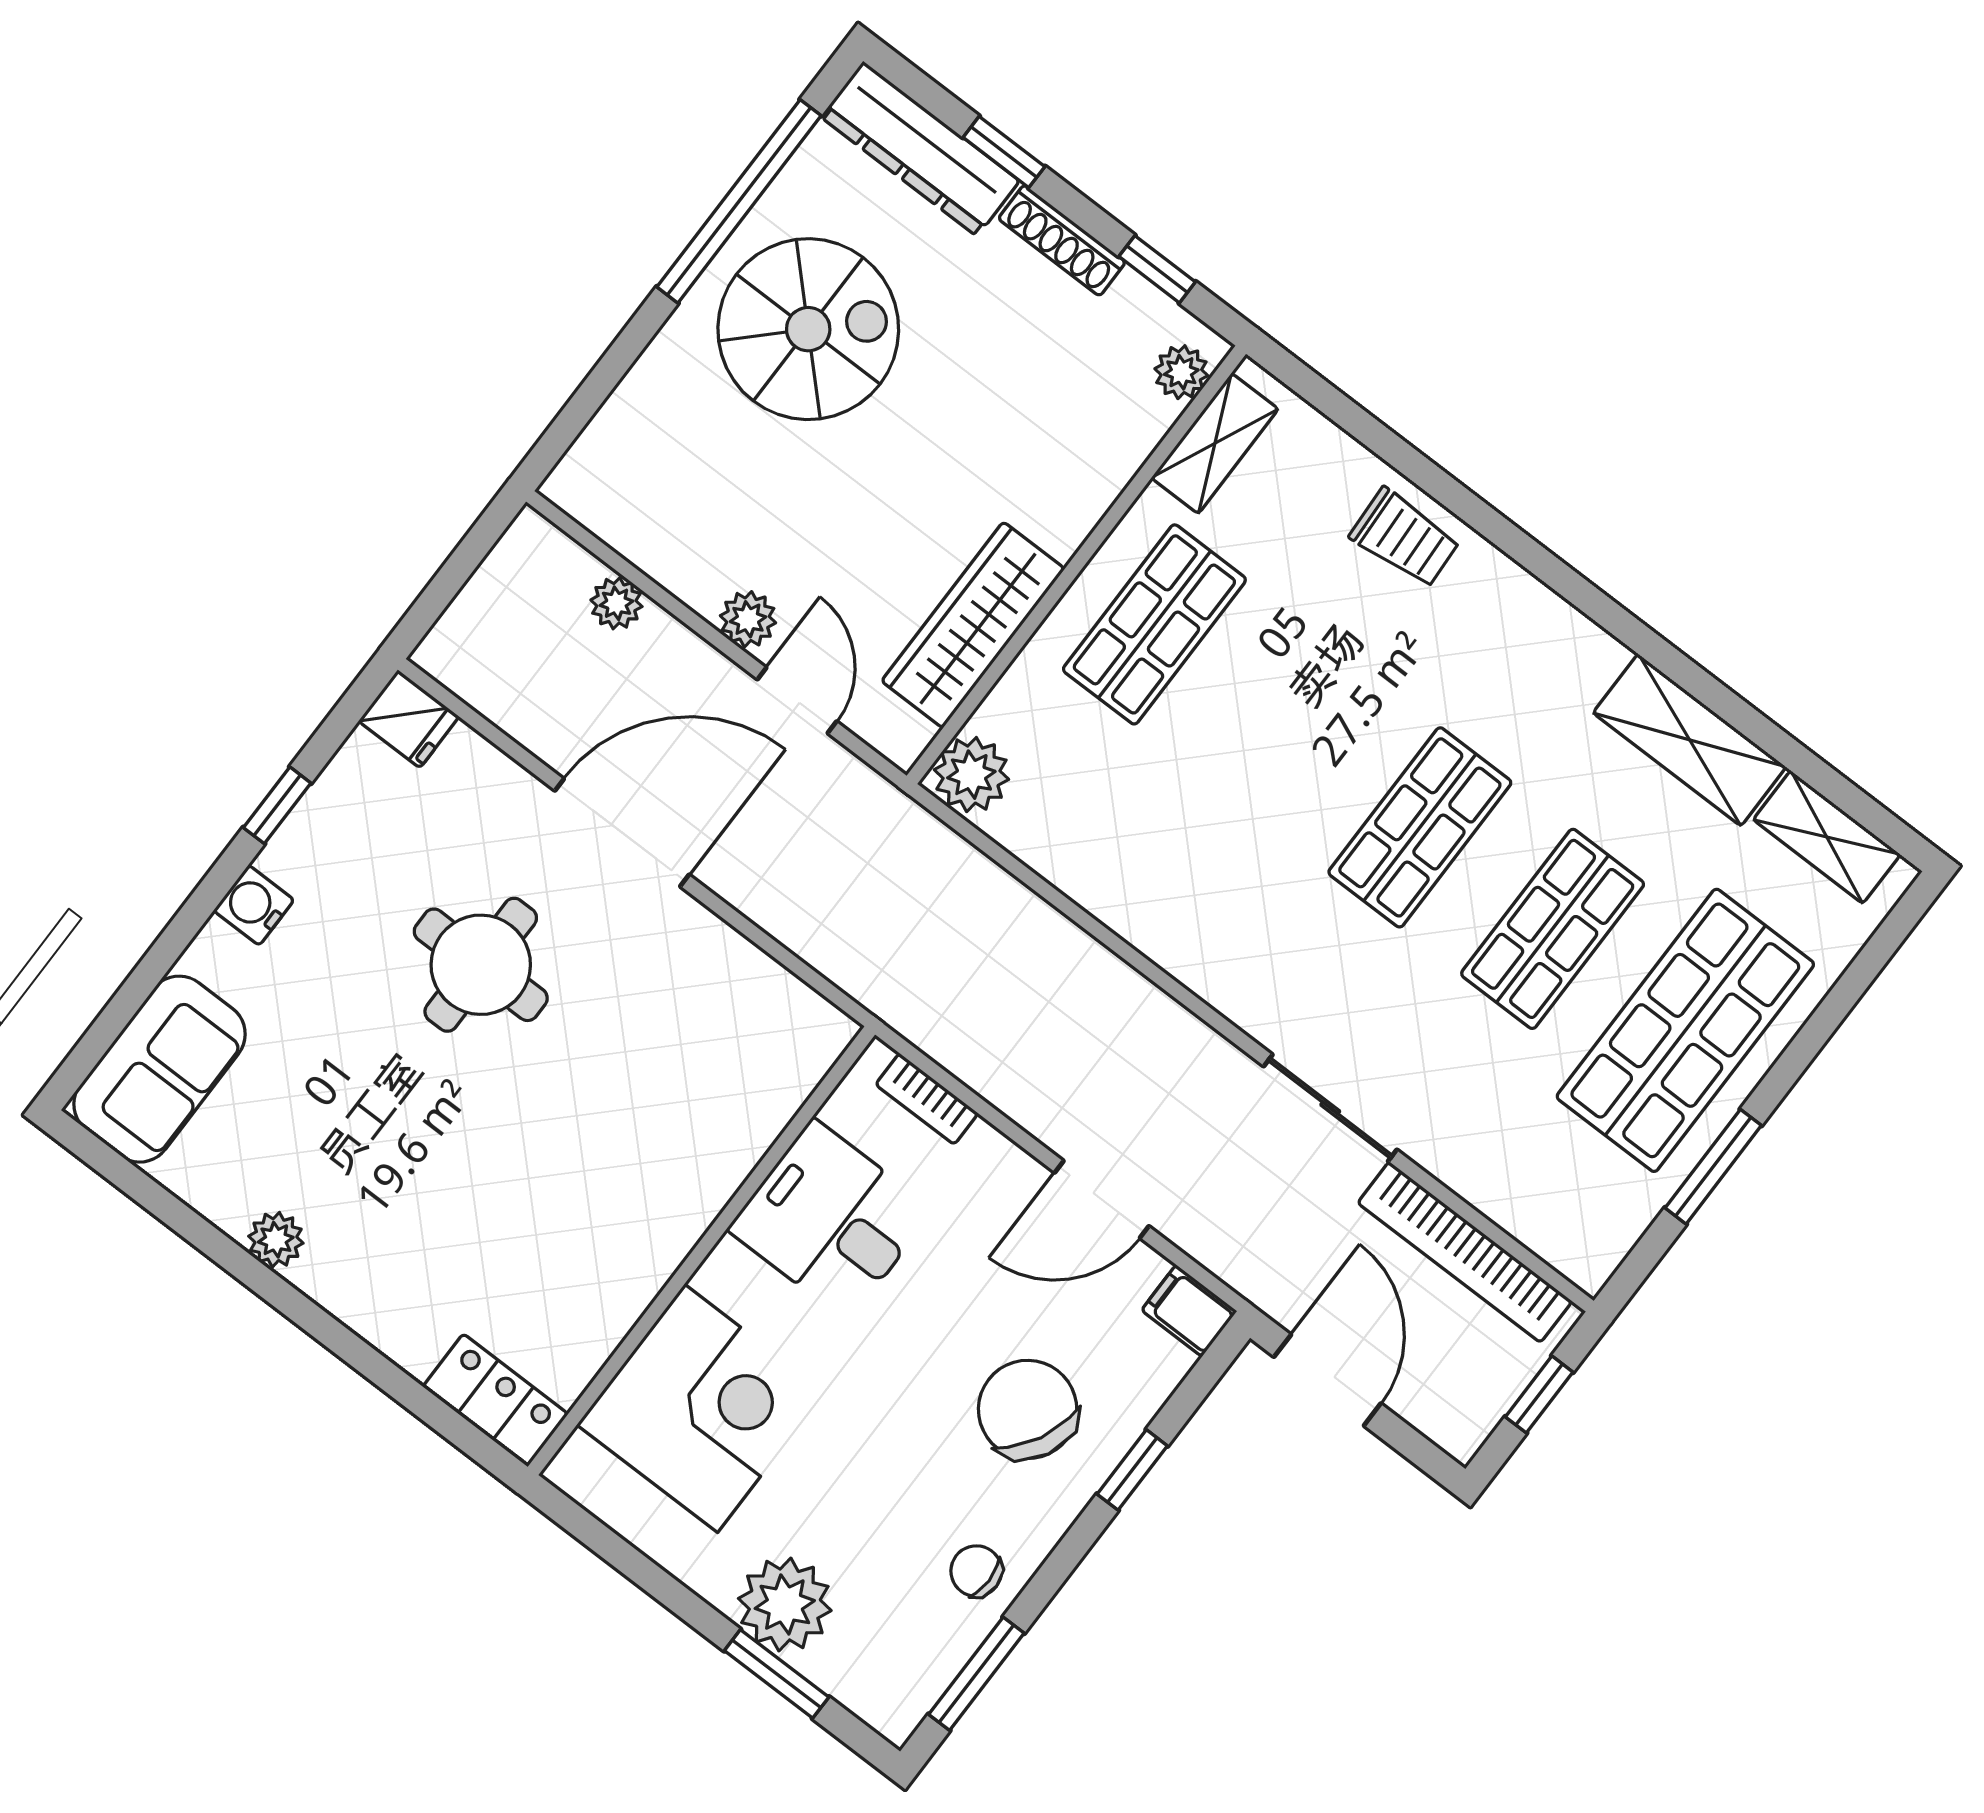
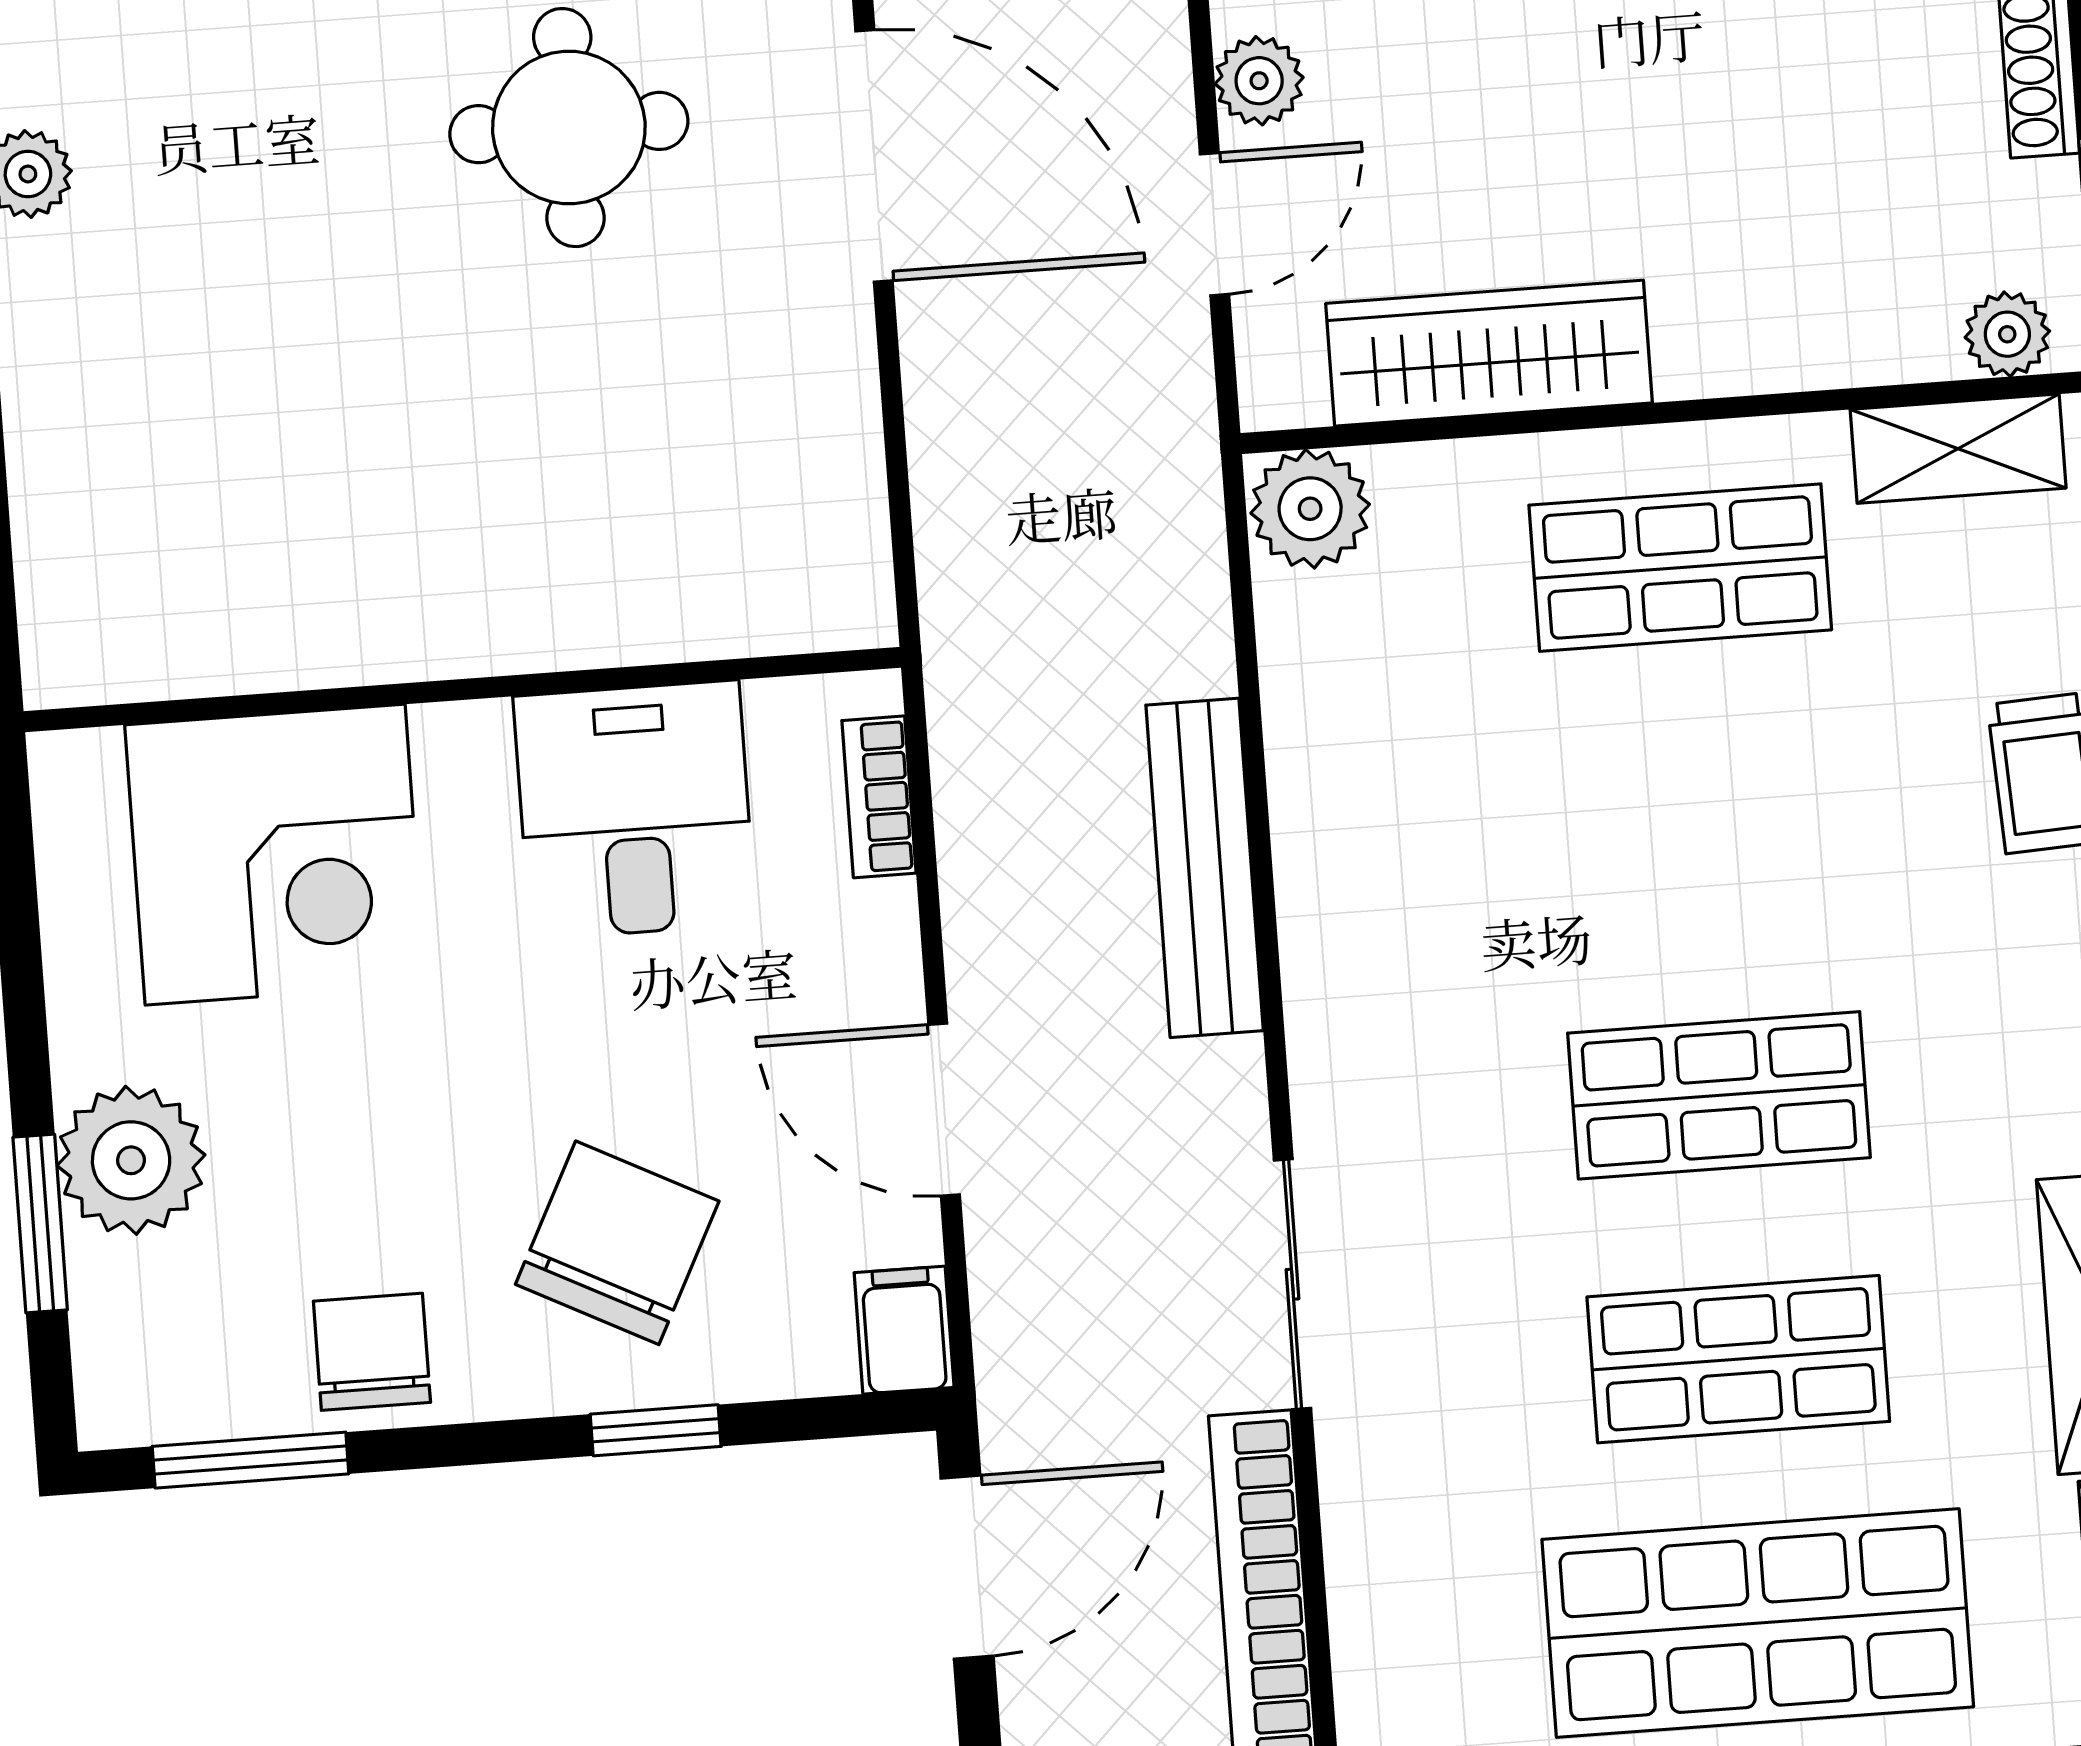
bench: (1097, 975) -> (1205, 868), added
locker: (495, 1400) -> (69, 603), removed
chair: (976, 1571) -> (372, 1352), width x1.37, depth x1.37

